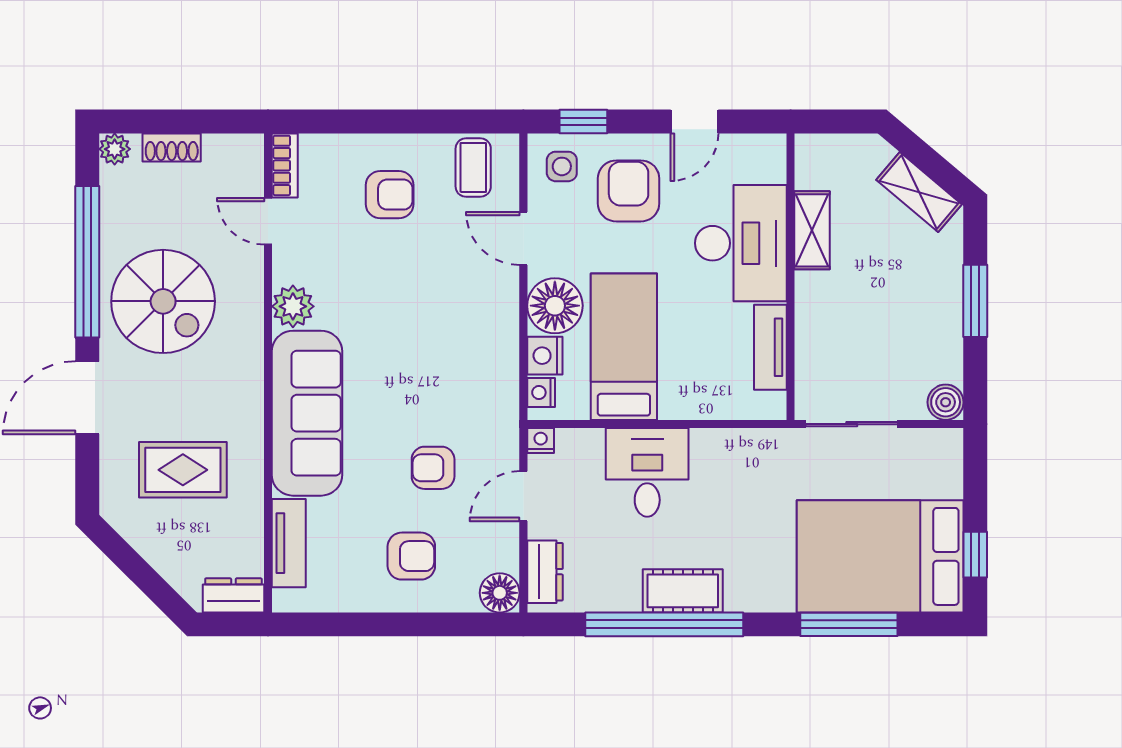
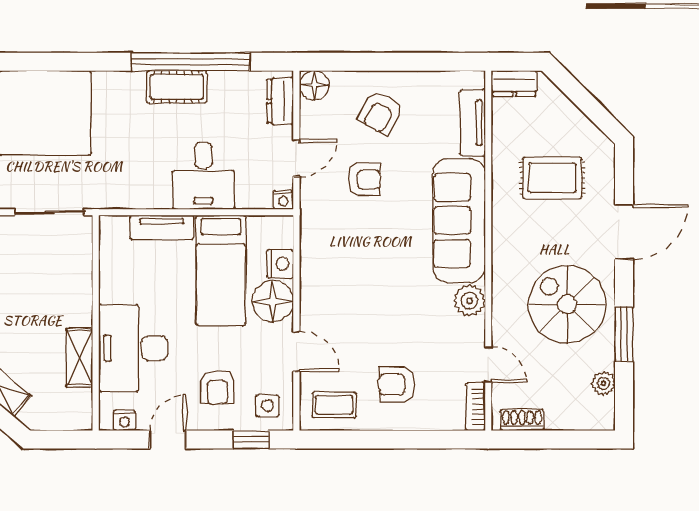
shoe rack: (172, 147) -> (522, 420), moved
plant: (115, 149) -> (603, 383), moved
coffee table: (473, 168) -> (334, 405), turned 90
armchair: (629, 191) -> (217, 387), width x0.72, depth x0.72
window: (87, 262) -> (624, 334), width x0.47
tv unit: (770, 347) -> (162, 227), moved, turned 90
nightstand: (541, 392) -> (125, 420), moved, turned 90
armchair: (411, 556) -> (381, 113), turned -61
window: (849, 624) -> (52, 62), removed

